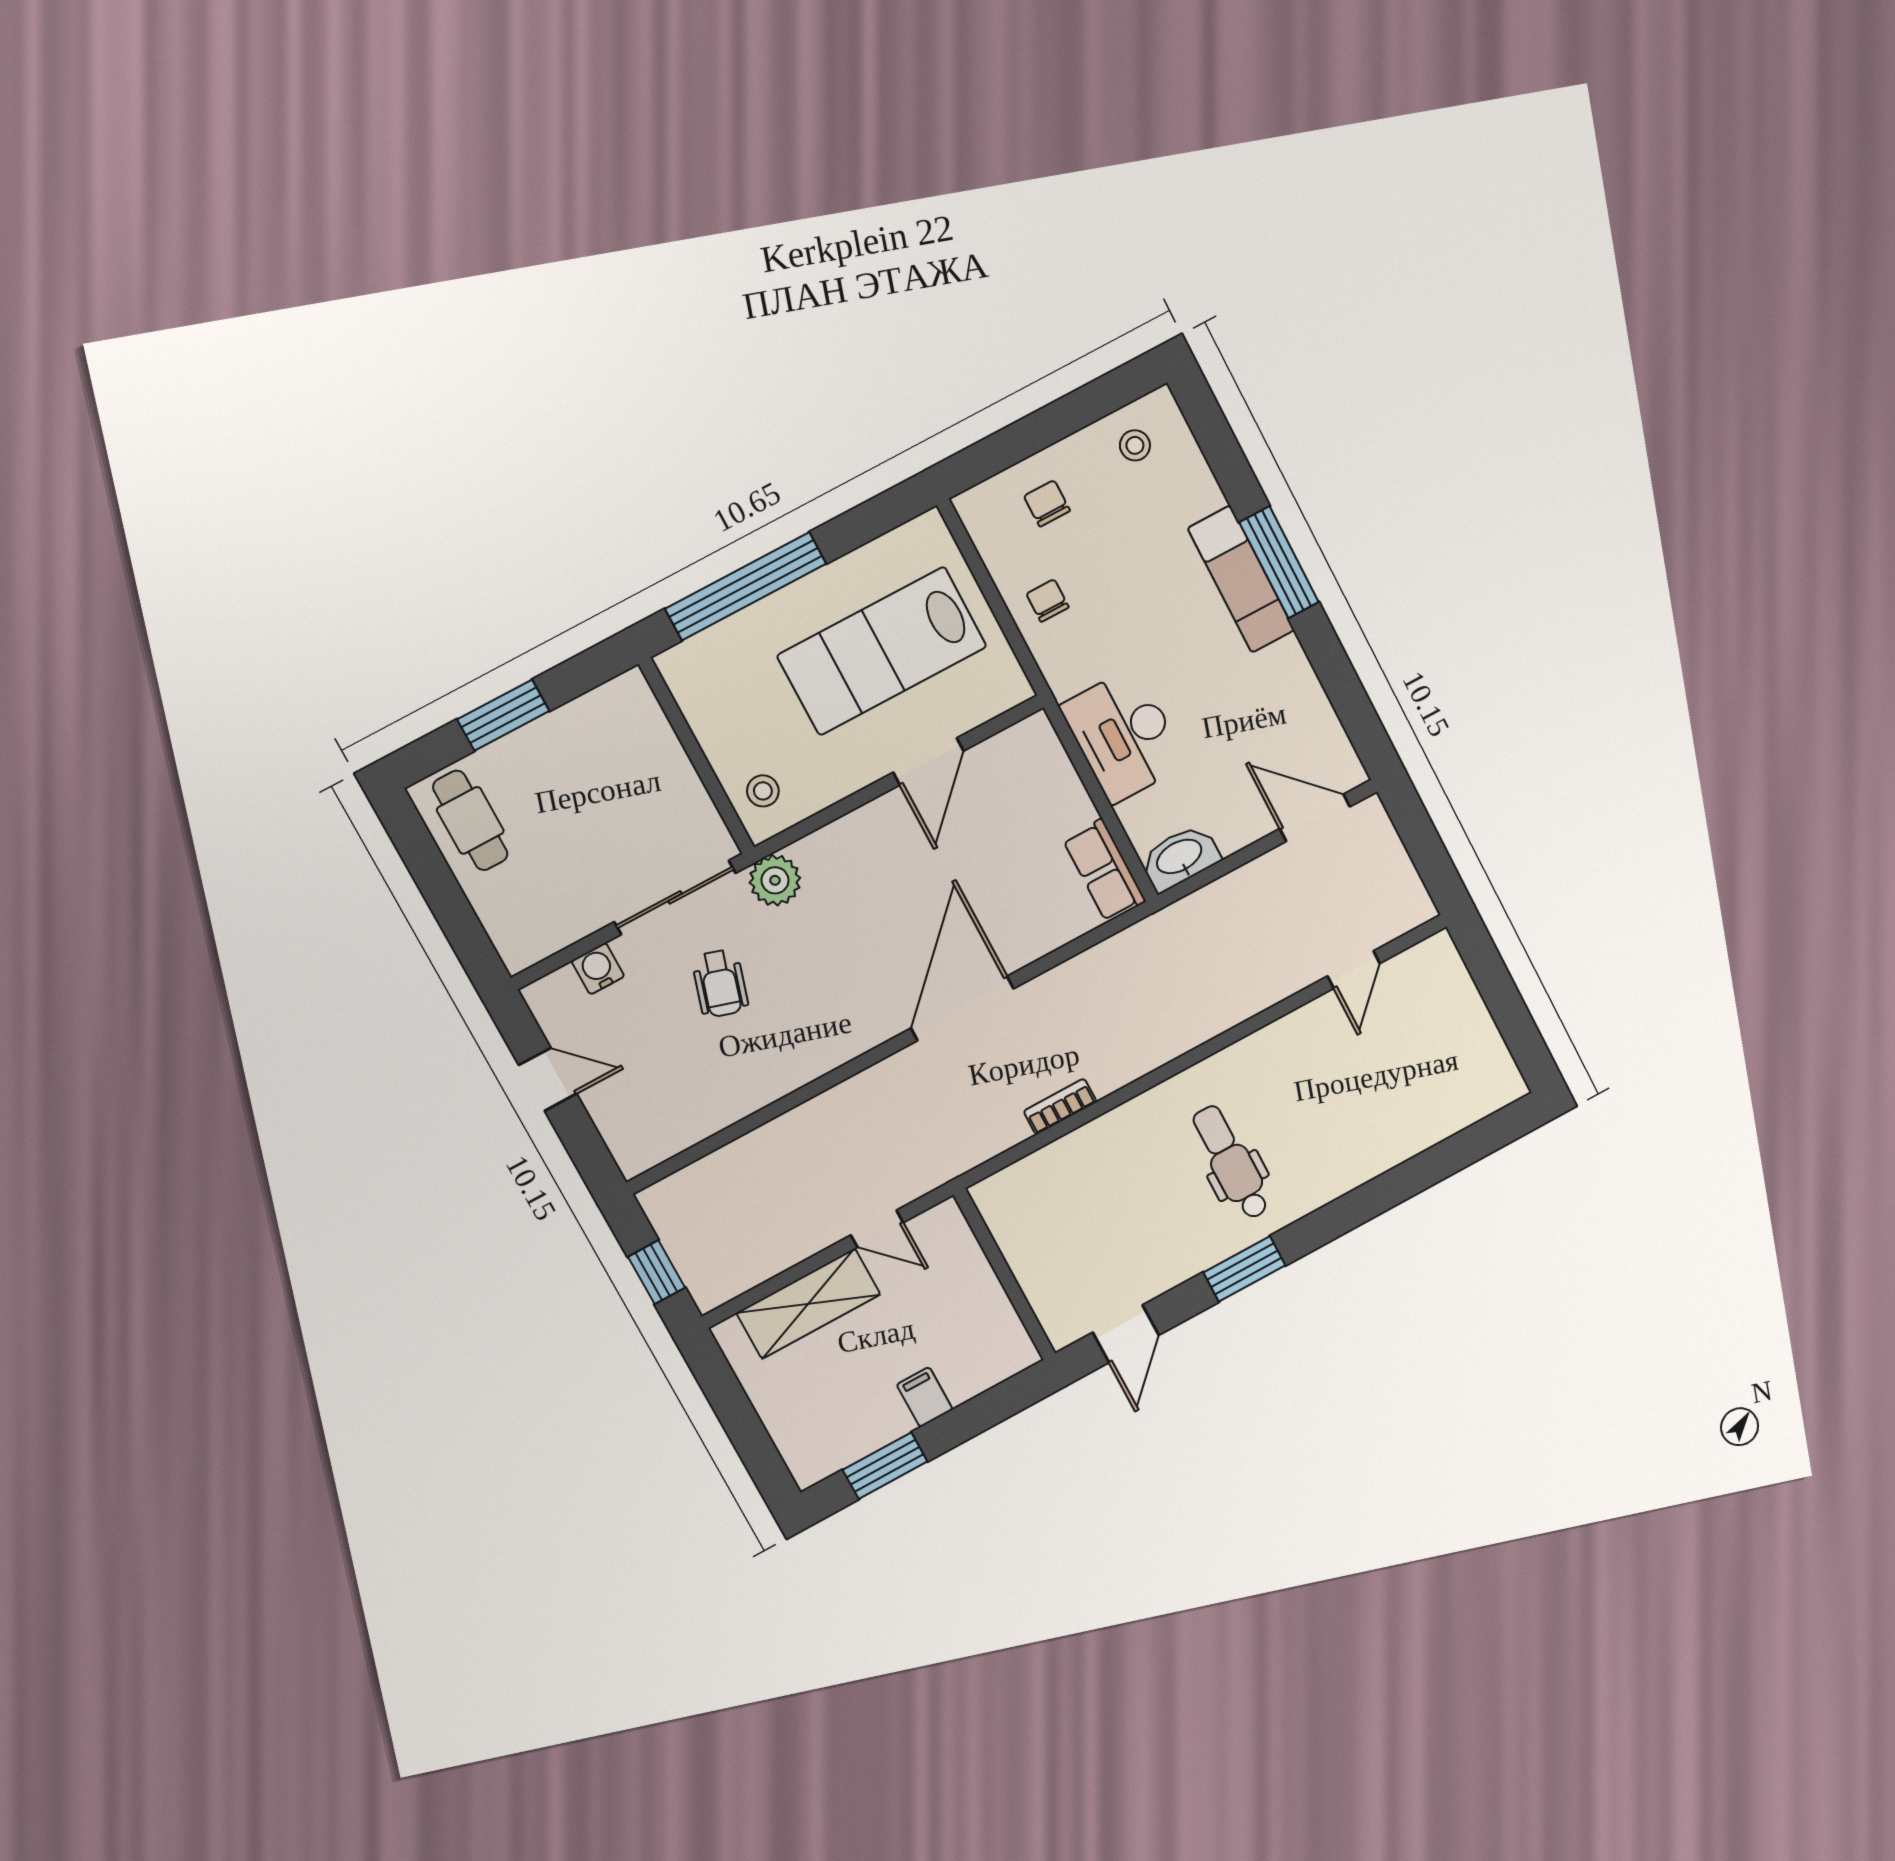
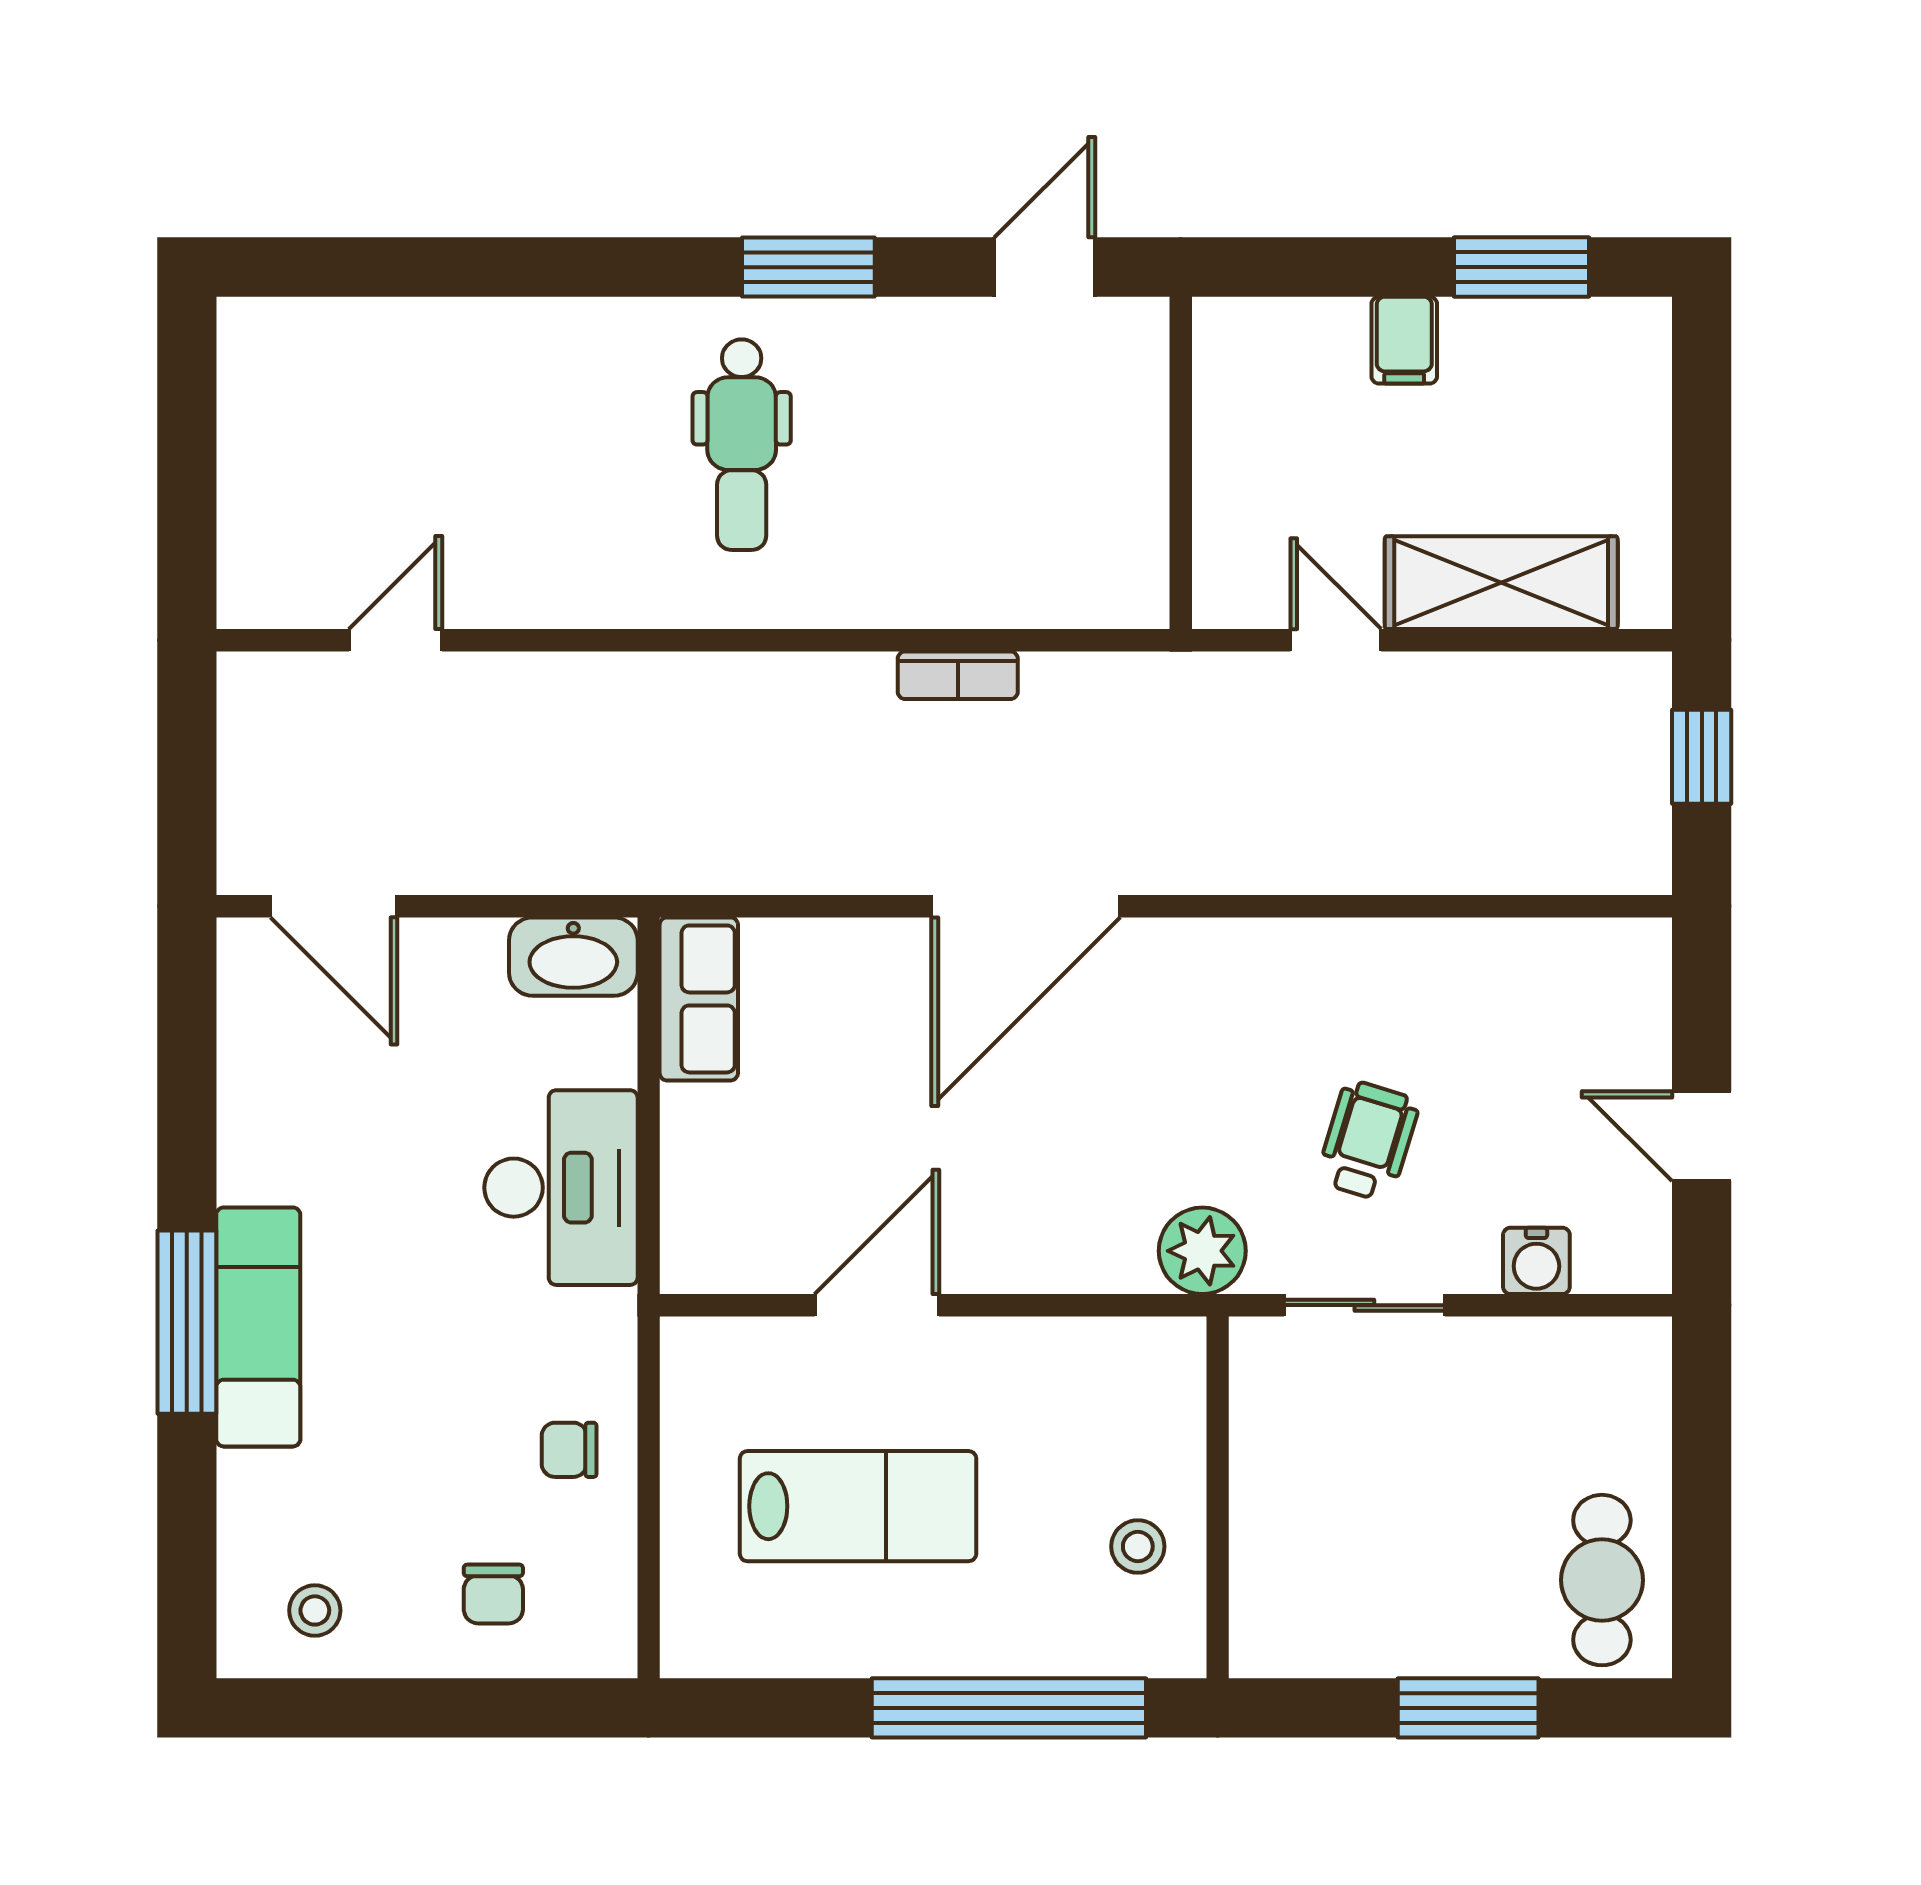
chair: (1048, 601) -> (569, 1450), turned 90
lab bench: (882, 651) -> (858, 1506), width x0.73, depth x0.72
stool: (763, 791) -> (1138, 1546), moved
sliding door: (675, 897) -> (1364, 1305), width x0.73

